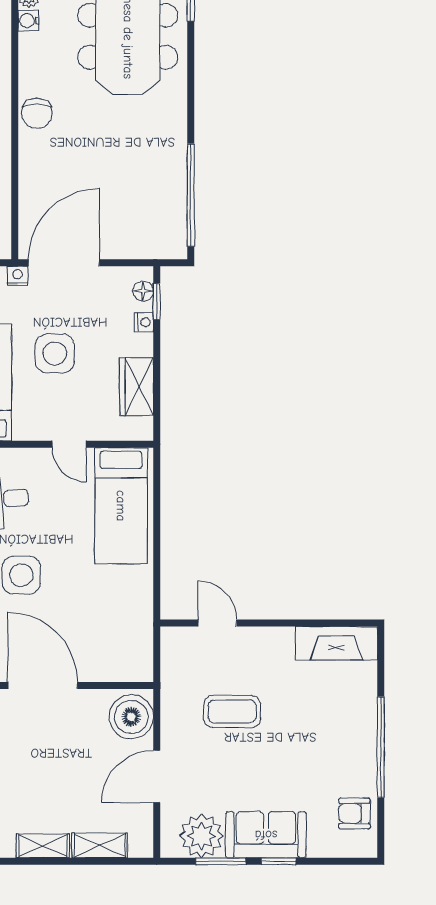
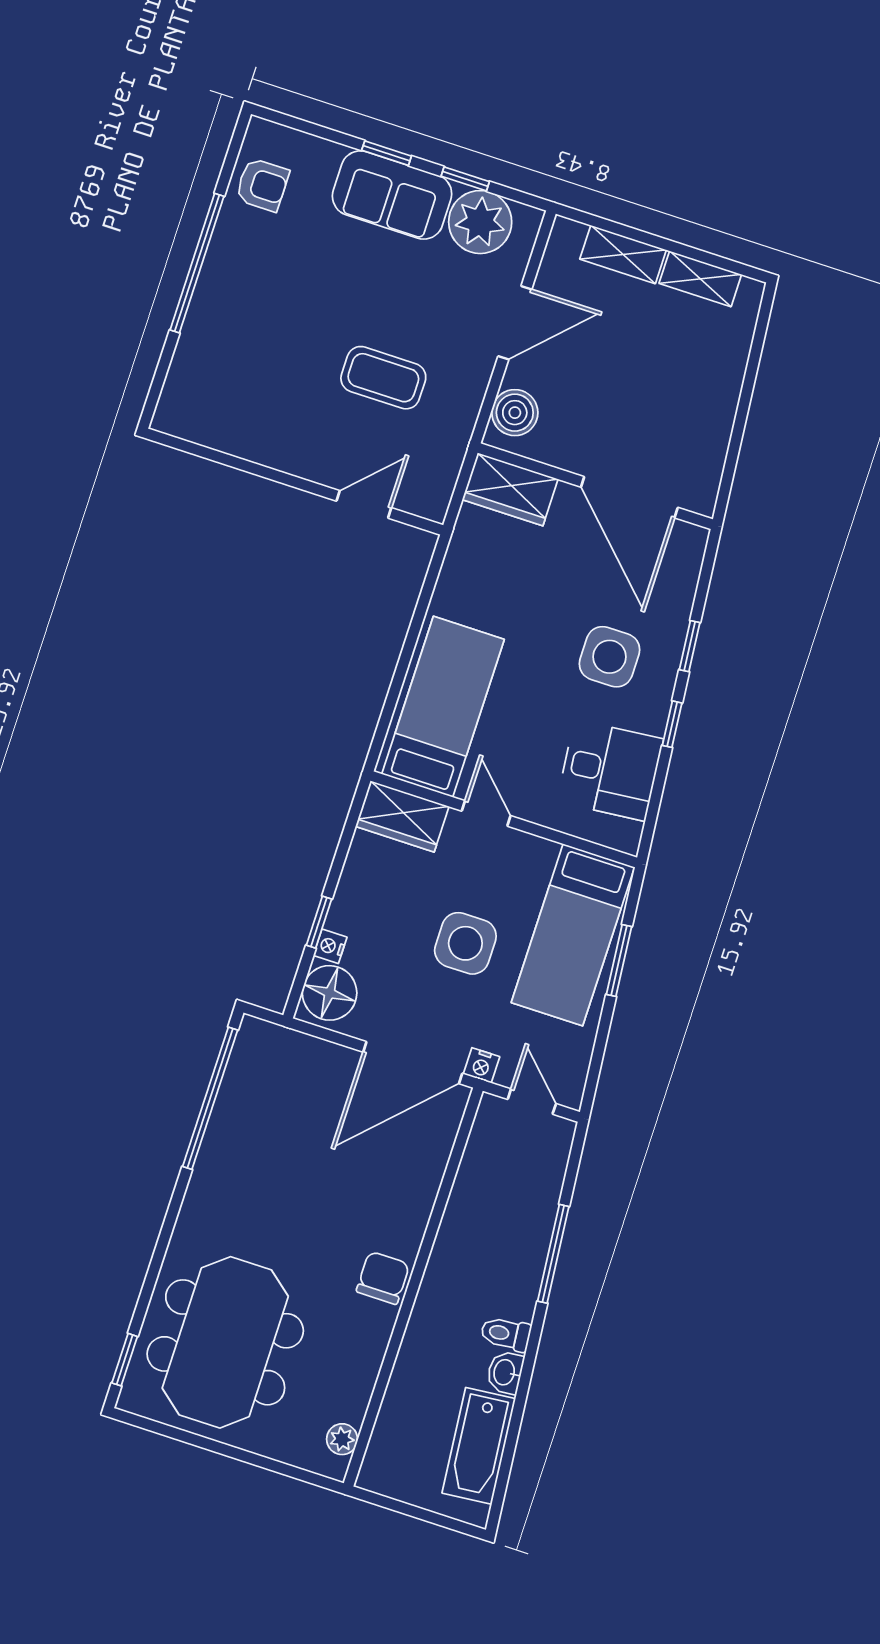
water cooler: (29, 21) -> (353, 1408), removed
floor lamp: (143, 291) -> (330, 993), width x1.89, depth x1.89
window: (157, 302) -> (319, 922), moved
wardrobe: (136, 386) -> (402, 816), moved, turned 90
door: (217, 623) -> (364, 504), swing flipped
fireplace: (336, 643) -> (211, 424), removed
wardrobe: (124, 665) -> (510, 489), added
boiler: (131, 717) -> (515, 413), width x0.73, depth x0.73
window: (221, 861) -> (465, 179), width x0.67

